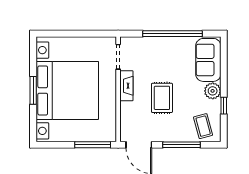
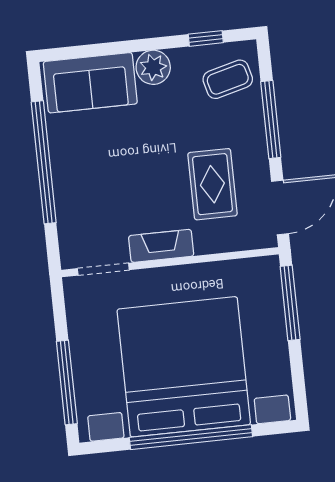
window: (66, 34) -> (67, 382), added
window: (33, 90) -> (191, 437), width x2.11
rug: (162, 98) -> (212, 184), moved, turned 90
window: (224, 106) -> (206, 38), moved

